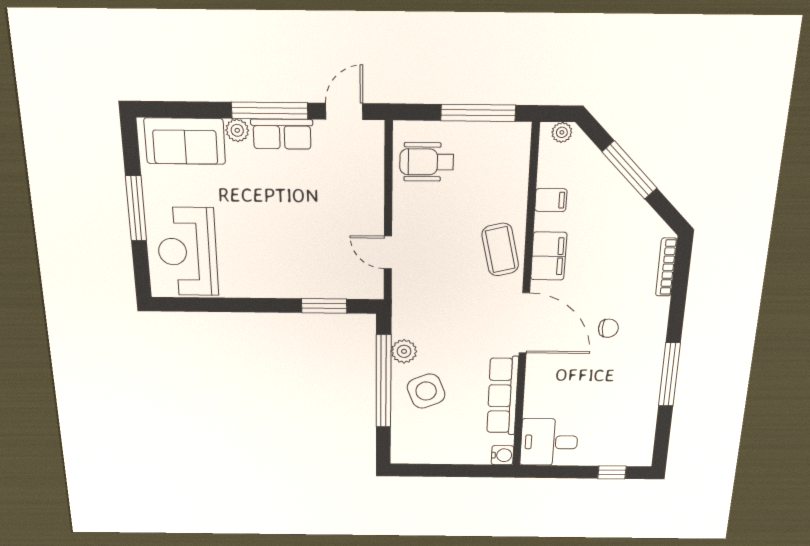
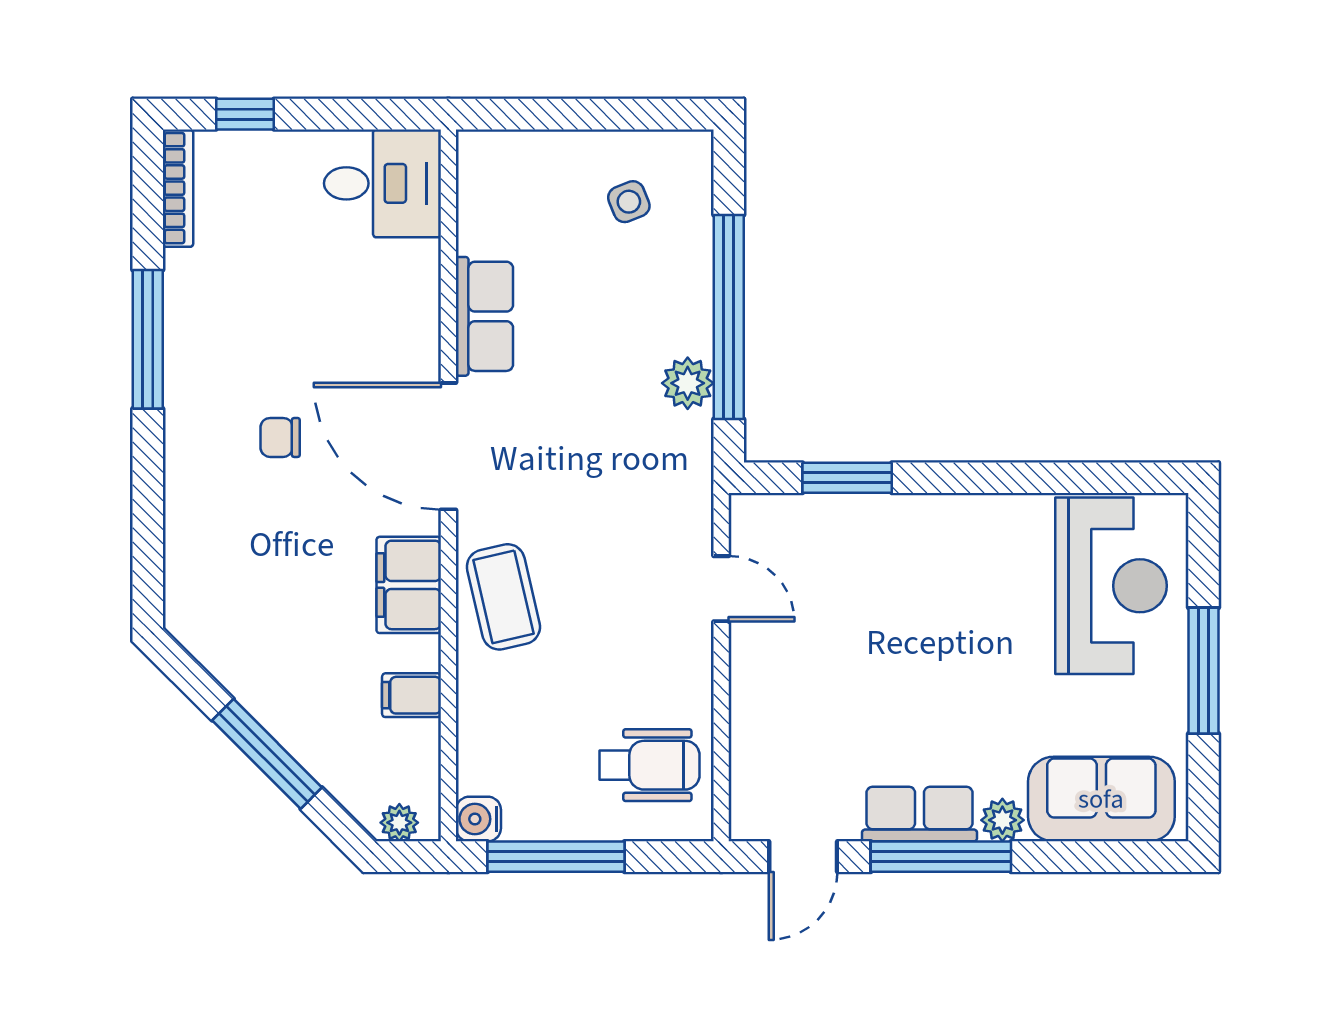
bookcase: (666, 267) -> (178, 188), moved
side table: (426, 391) -> (629, 202), moved, width x0.54, depth x0.54
row of seats: (503, 396) -> (484, 316), width x0.68
water cooler: (502, 455) -> (478, 819), moved

